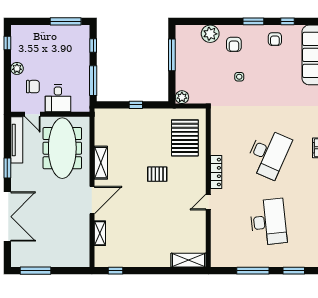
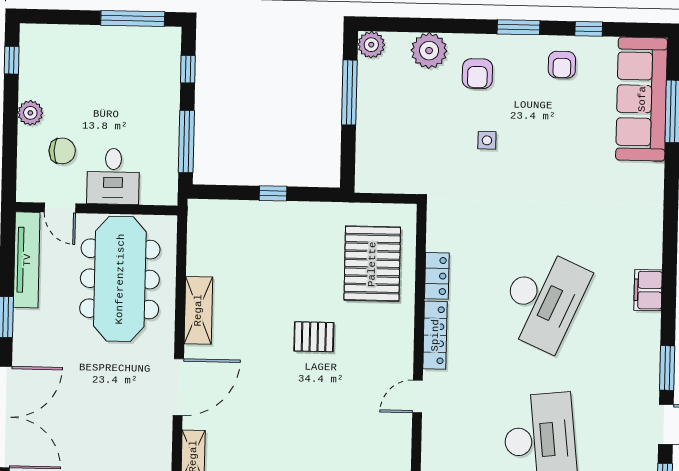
plant: (182, 97) -> (371, 45), moved
locker: (216, 143) -> (437, 276), added

